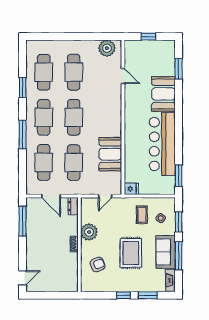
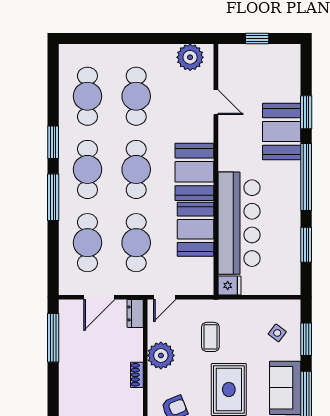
window: (179, 69) -> (306, 112), moved
window: (23, 87) -> (53, 142), moved
booth: (110, 119) -> (194, 172), added
window: (179, 122) -> (306, 177), added
bar counter: (162, 144) -> (239, 223), moved, turned 180
window: (179, 176) -> (306, 245), moved
door: (51, 196) -> (99, 297), hinge flipped
door: (105, 196) -> (165, 297), moved
coffee table: (142, 215) -> (210, 337), moved

